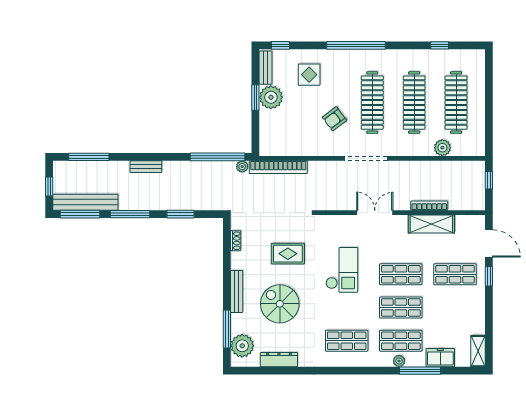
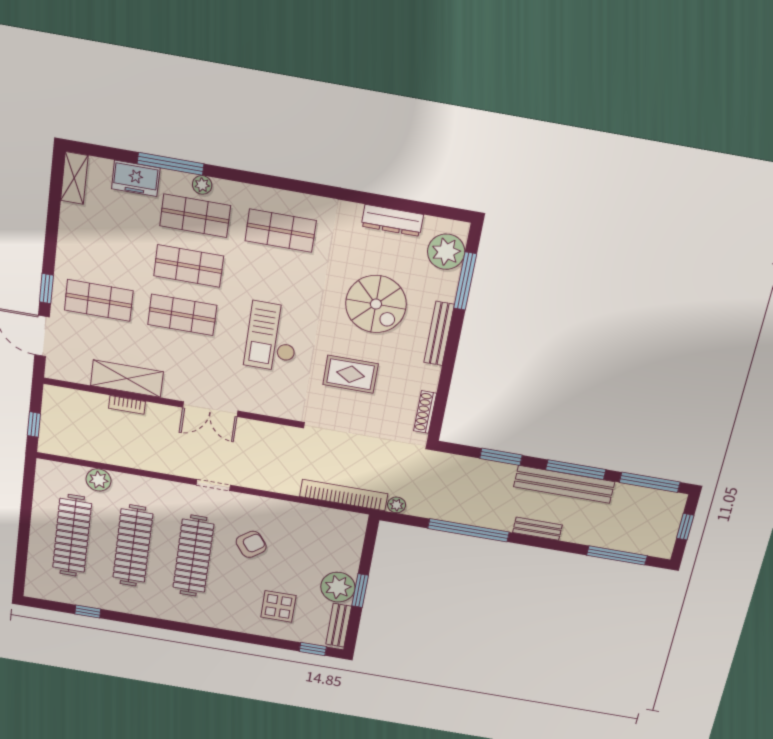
window: (356, 45) -> (206, 631), removed
window: (218, 157) -> (469, 530), moved
doorway: (366, 158) -> (213, 485), width x0.53
bench: (85, 202) -> (564, 484), moved
bookcase: (429, 206) -> (127, 405), width x0.64
shoe rack: (236, 241) -> (425, 412), width x1.43

